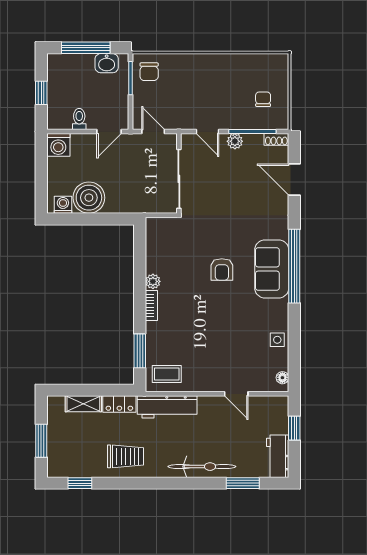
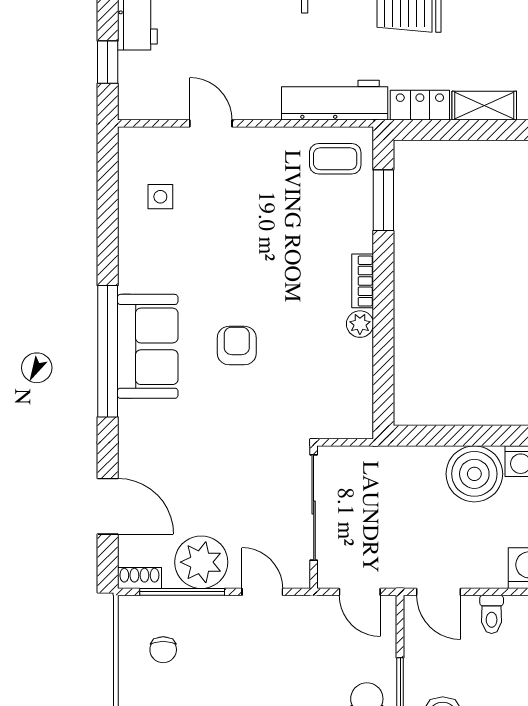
door: (109, 132) -> (439, 592), swing flipped
plant: (235, 141) -> (201, 562), width x1.88, depth x1.88
side table: (277, 340) -> (160, 197), moved
floor lamp: (282, 378) -> (129, 152), removed

